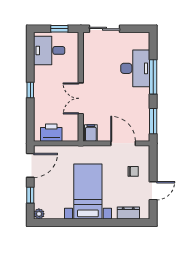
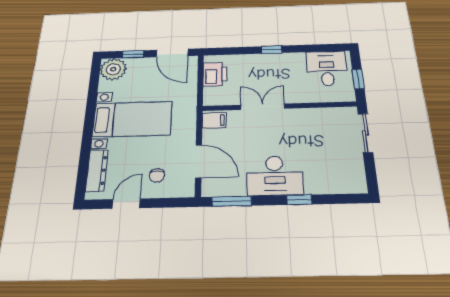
desk: (135, 68) -> (275, 176), moved
window: (153, 77) -> (299, 200), width x0.46
door: (123, 143) -> (199, 161), hinge flipped
door: (153, 191) -> (126, 204), swing flipped
dresser: (128, 213) -> (97, 171), width x1.44
plant: (39, 214) -> (113, 69), width x1.87, depth x1.87

